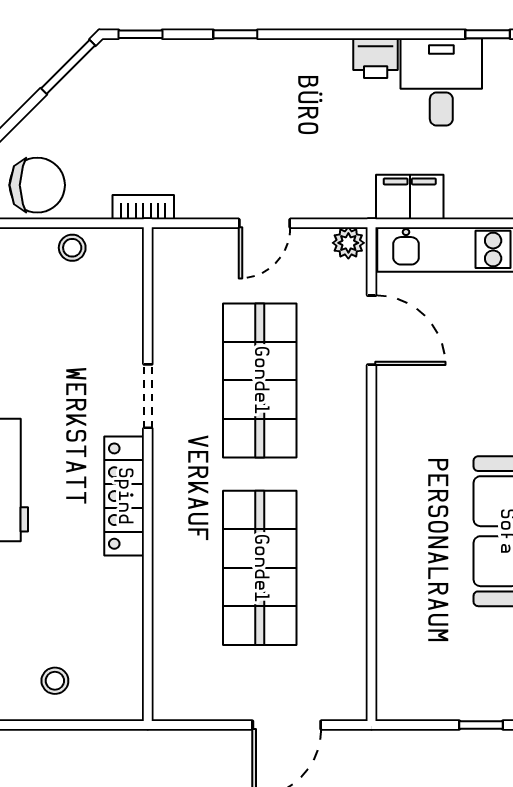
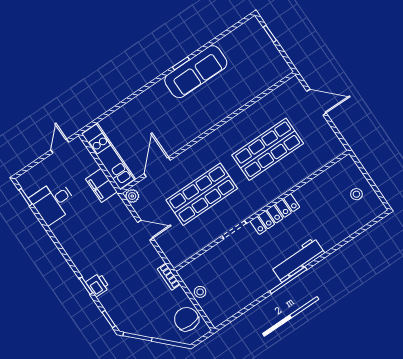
printer: (376, 58) -> (98, 285), moved

